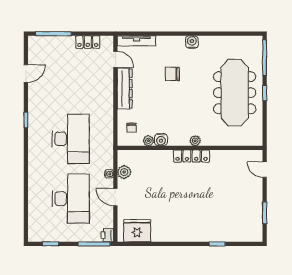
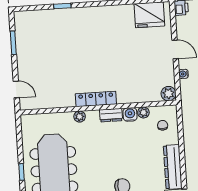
dresser: (179, 140) -> (111, 115), added
plant: (195, 141) -> (80, 117), moved
plant: (124, 172) -> (169, 94), moved

